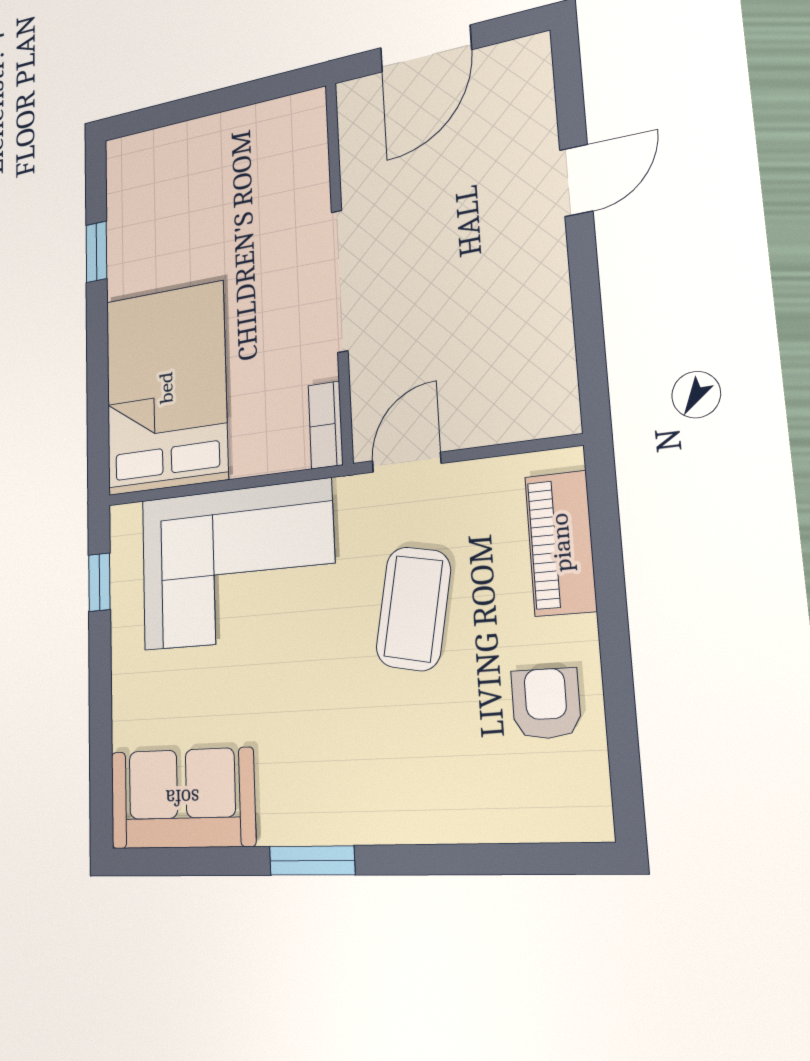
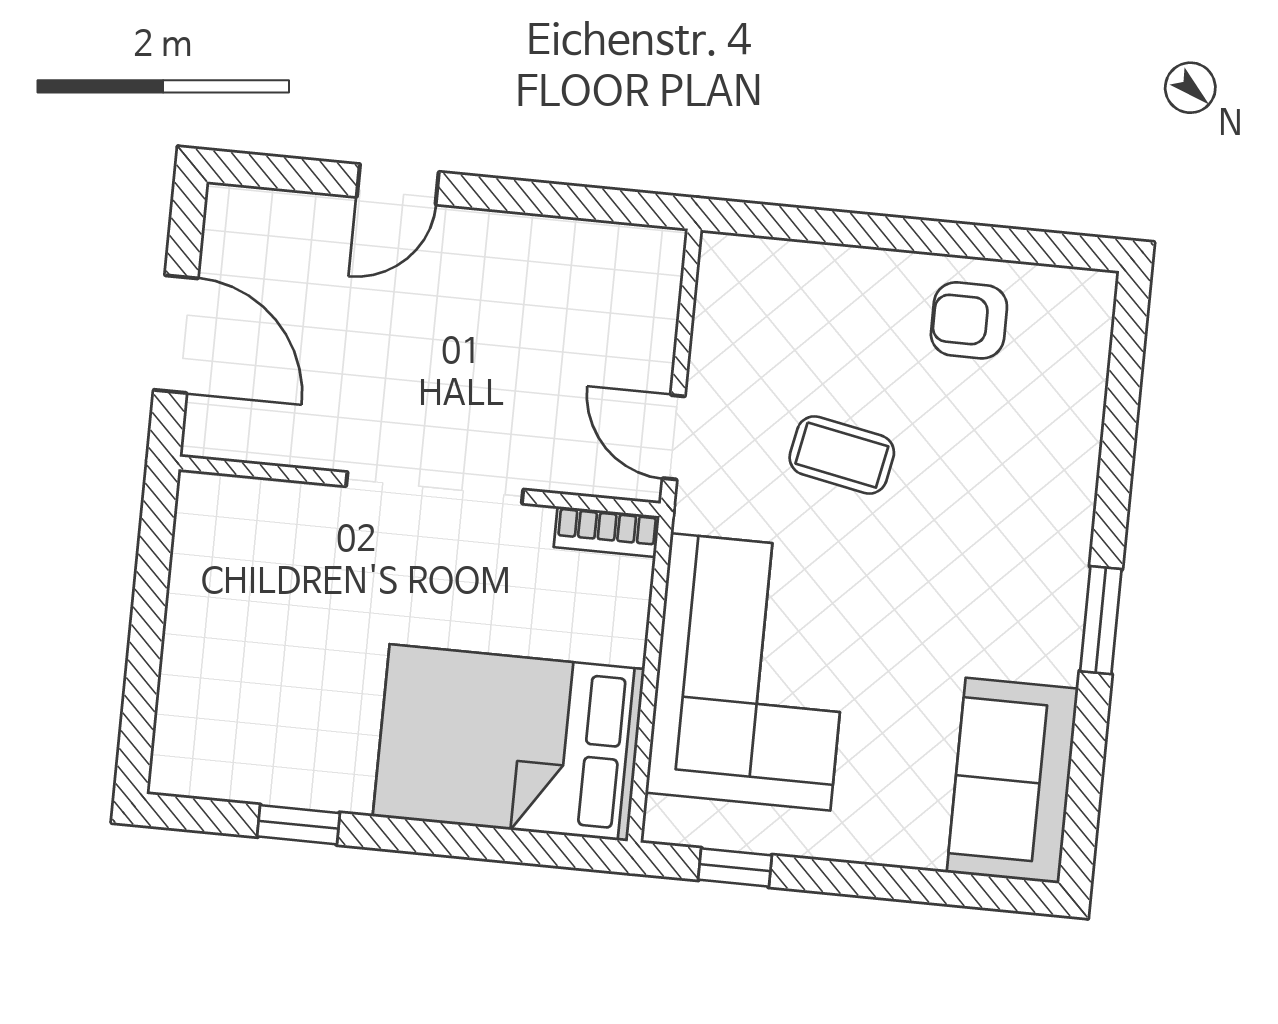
door: (576, 180) -> (398, 184), swing flipped
piano: (561, 543) -> (802, 275), removed
coffee table: (413, 609) -> (842, 455), width x0.73, depth x0.77

